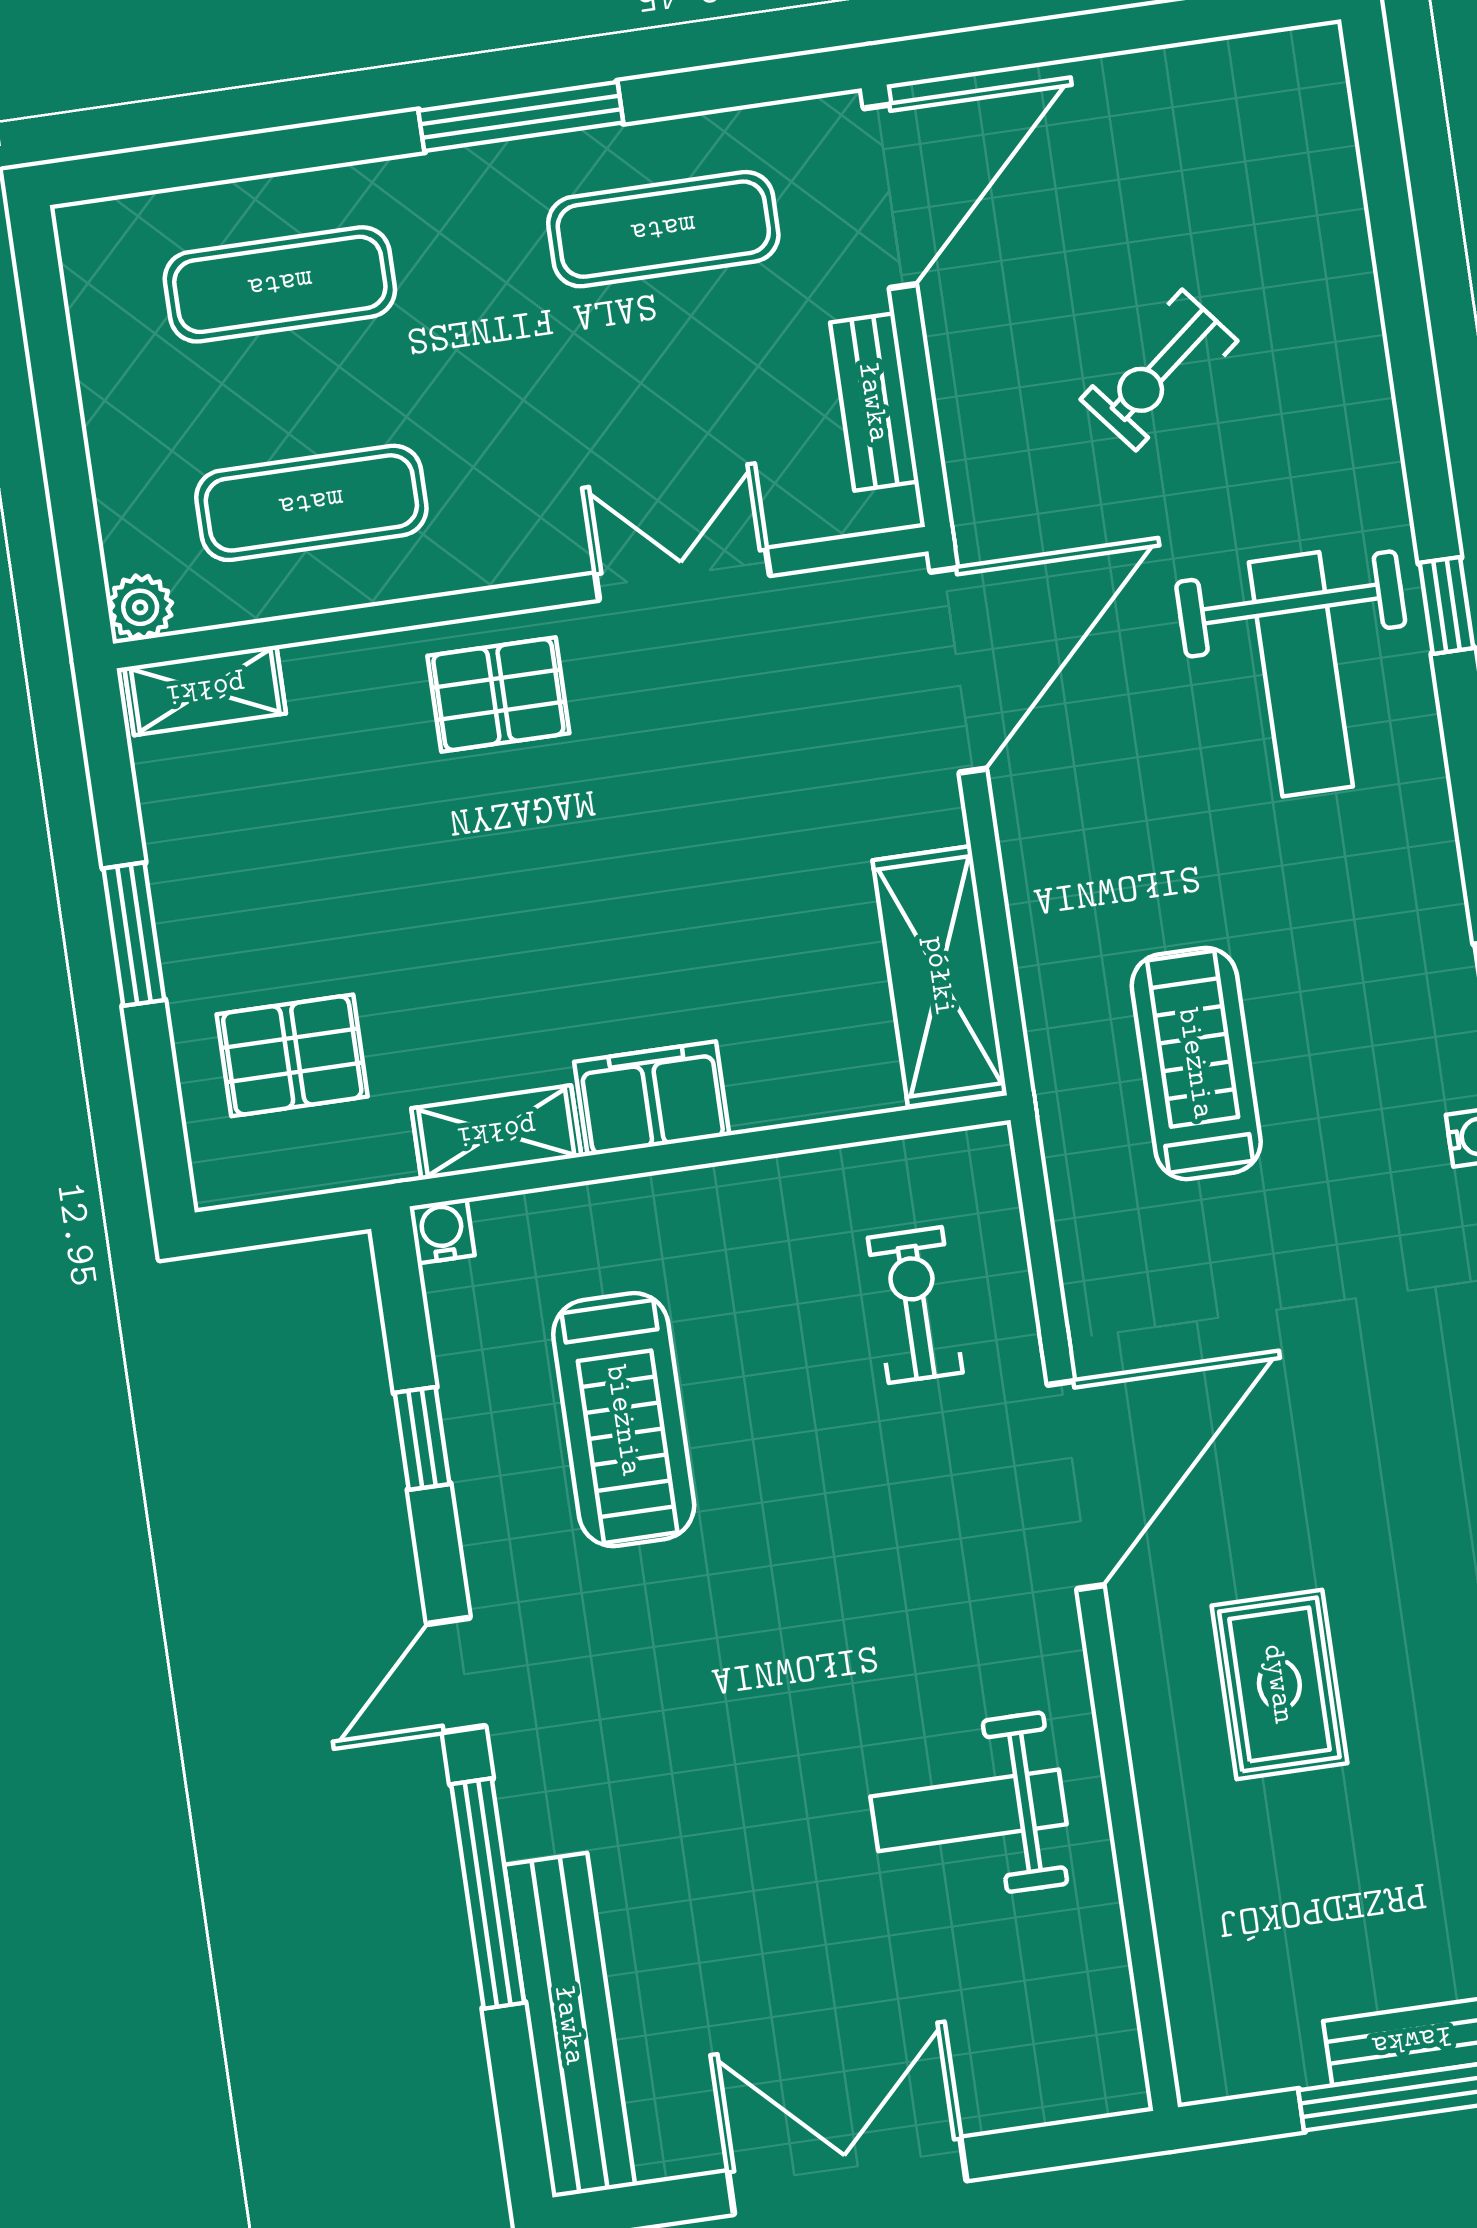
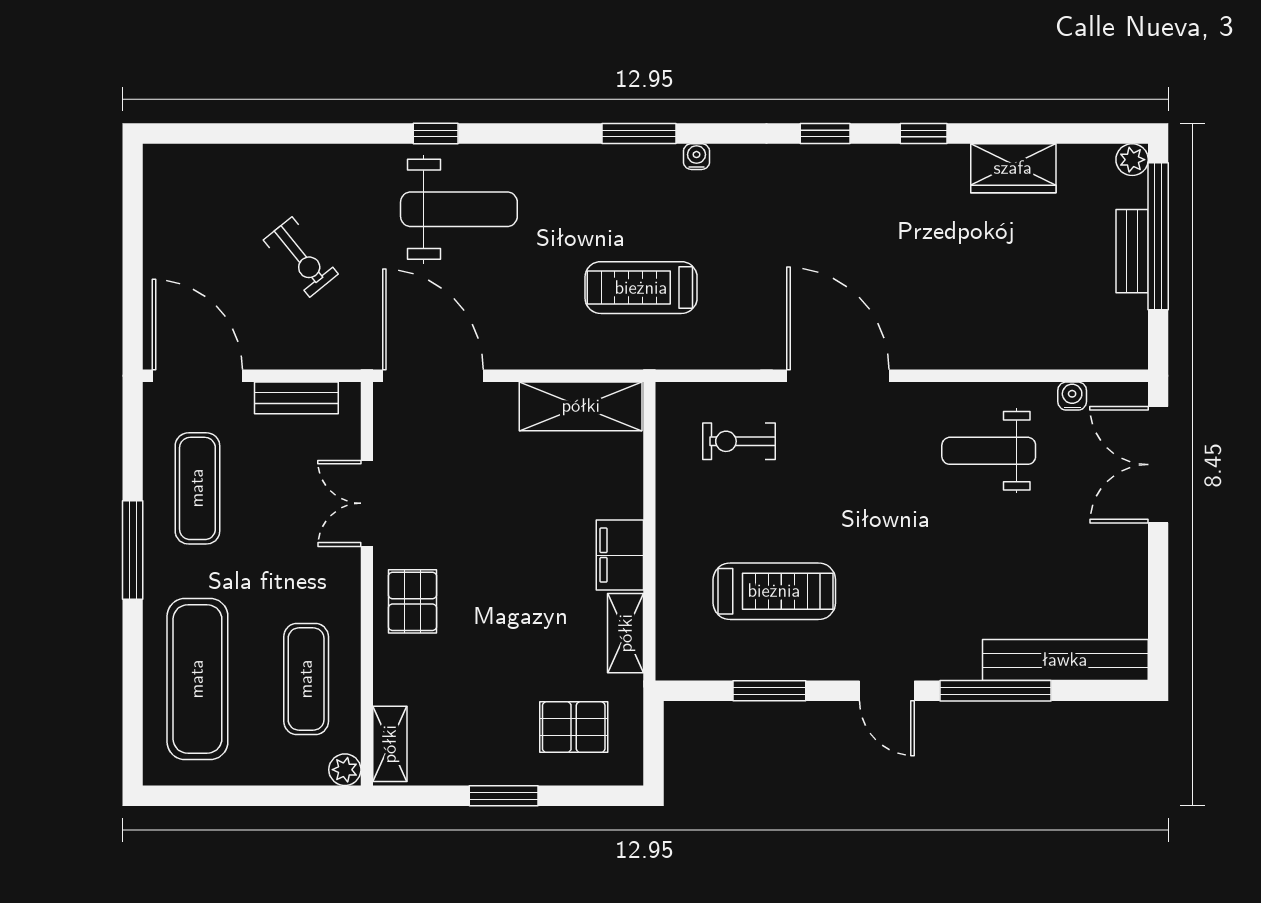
exercise mat: (280, 284) -> (197, 679), width x1.36, depth x1.45
pallet: (292, 1055) -> (574, 727), turned 90
water cooler: (442, 1231) -> (1072, 396), moved, turned 90
window: (422, 1438) -> (769, 691), width x1.50
rug: (1279, 1684) -> (949, 291), removed
weight bench: (969, 1810) -> (989, 451), turned 90
double door: (847, 2176) -> (1158, 465), moved

